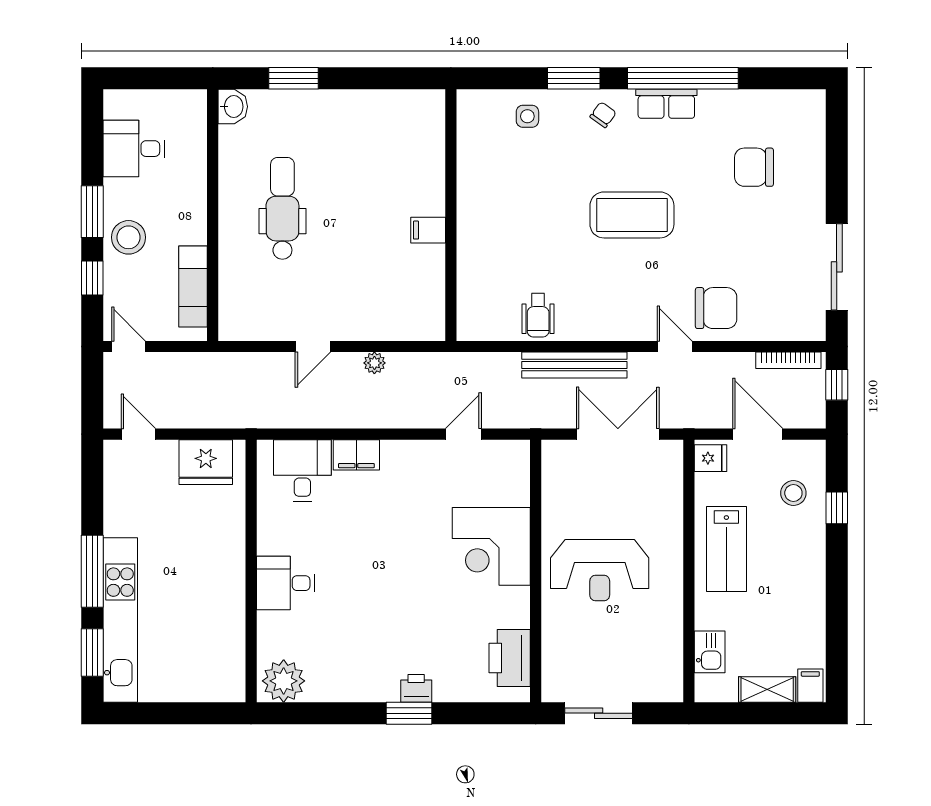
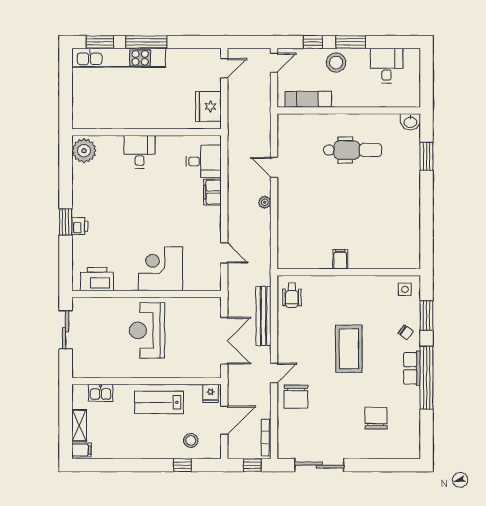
wall: (451, 215) -> (349, 272), moved
filing cabinet: (428, 230) -> (340, 259), moved
wheelchair: (538, 315) -> (292, 295), turned -90

